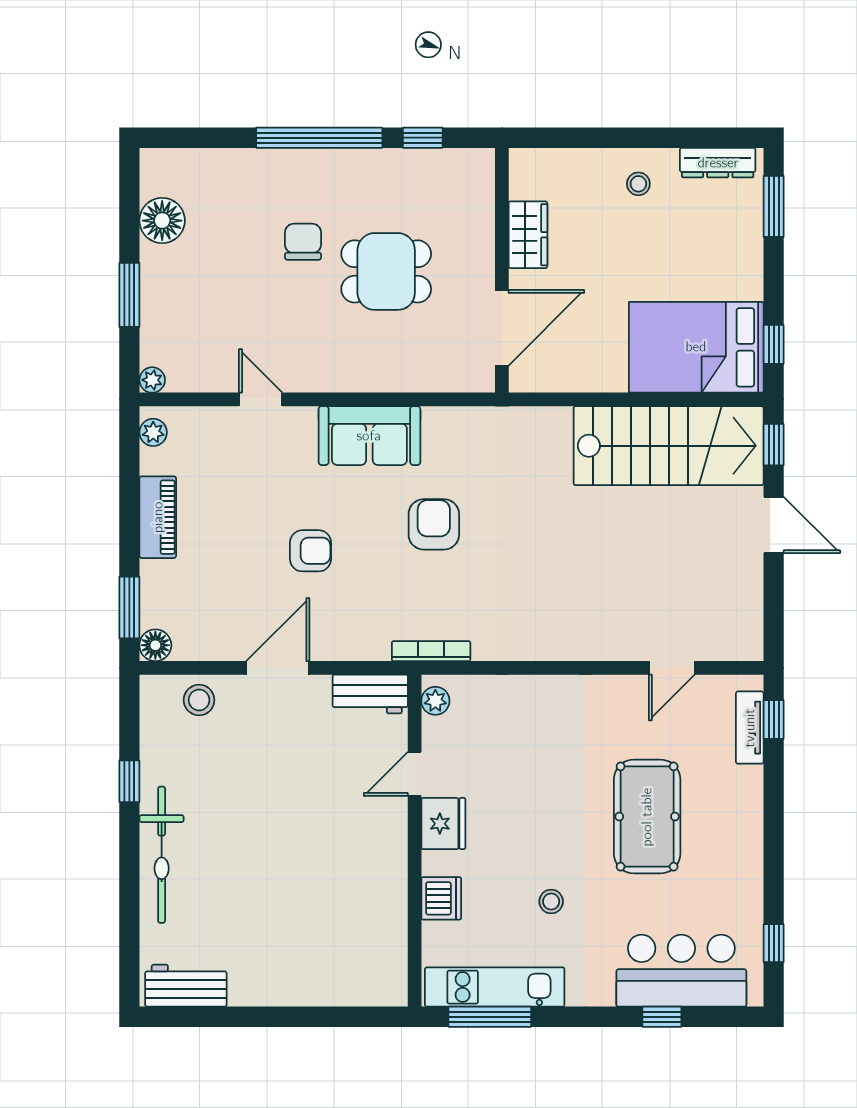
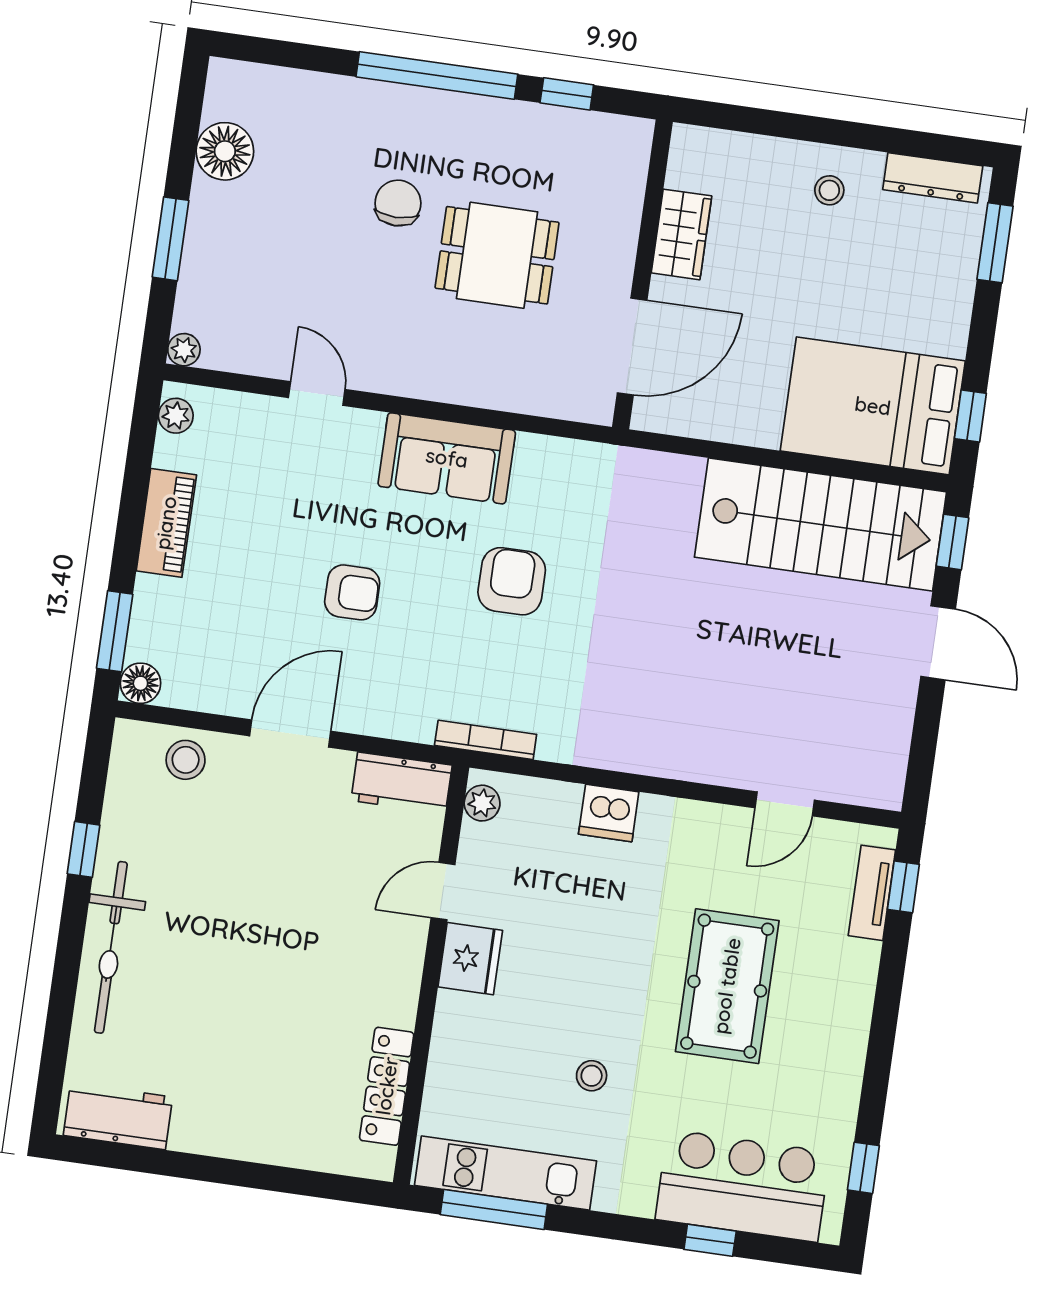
dishwasher: (441, 898) -> (609, 813), moved, turned 90
locker: (392, 933) -> (387, 1086), added

